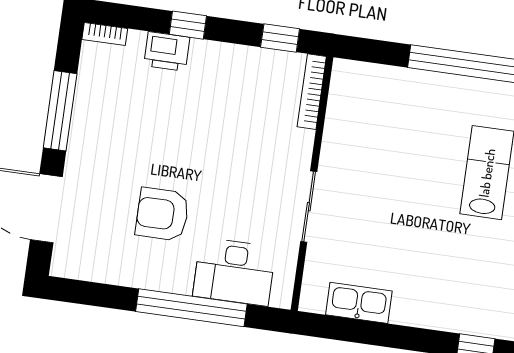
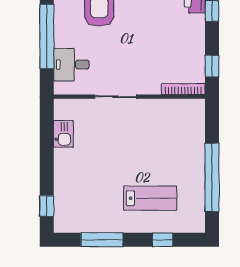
desk: (234, 272) -> (71, 65), width x0.73
kitchen sink: (359, 303) -> (63, 134), width x0.73

